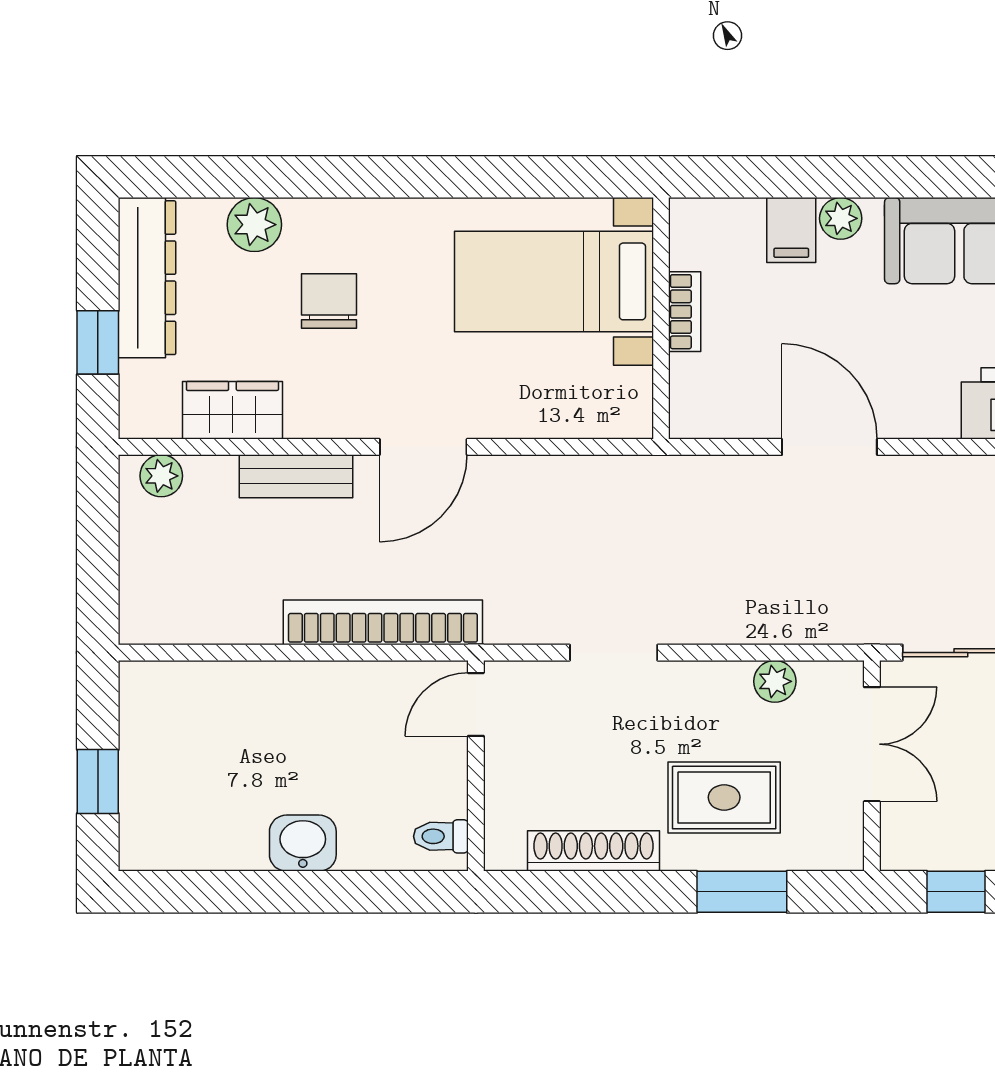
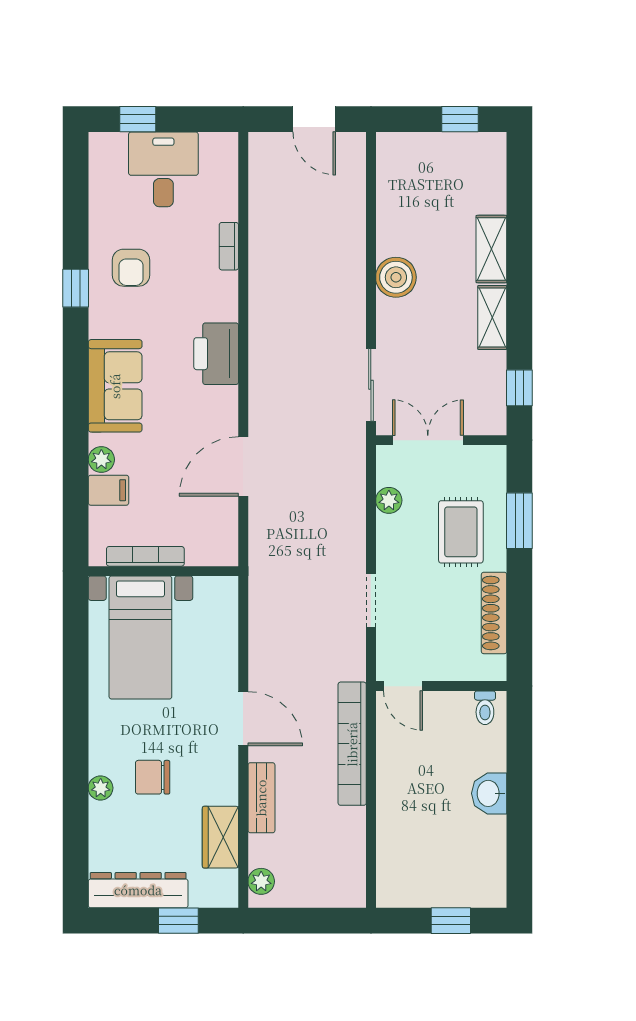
plant: (254, 225) -> (101, 788), moved, width x0.73, depth x0.73
bookcase: (685, 312) -> (145, 556), width x1.56

